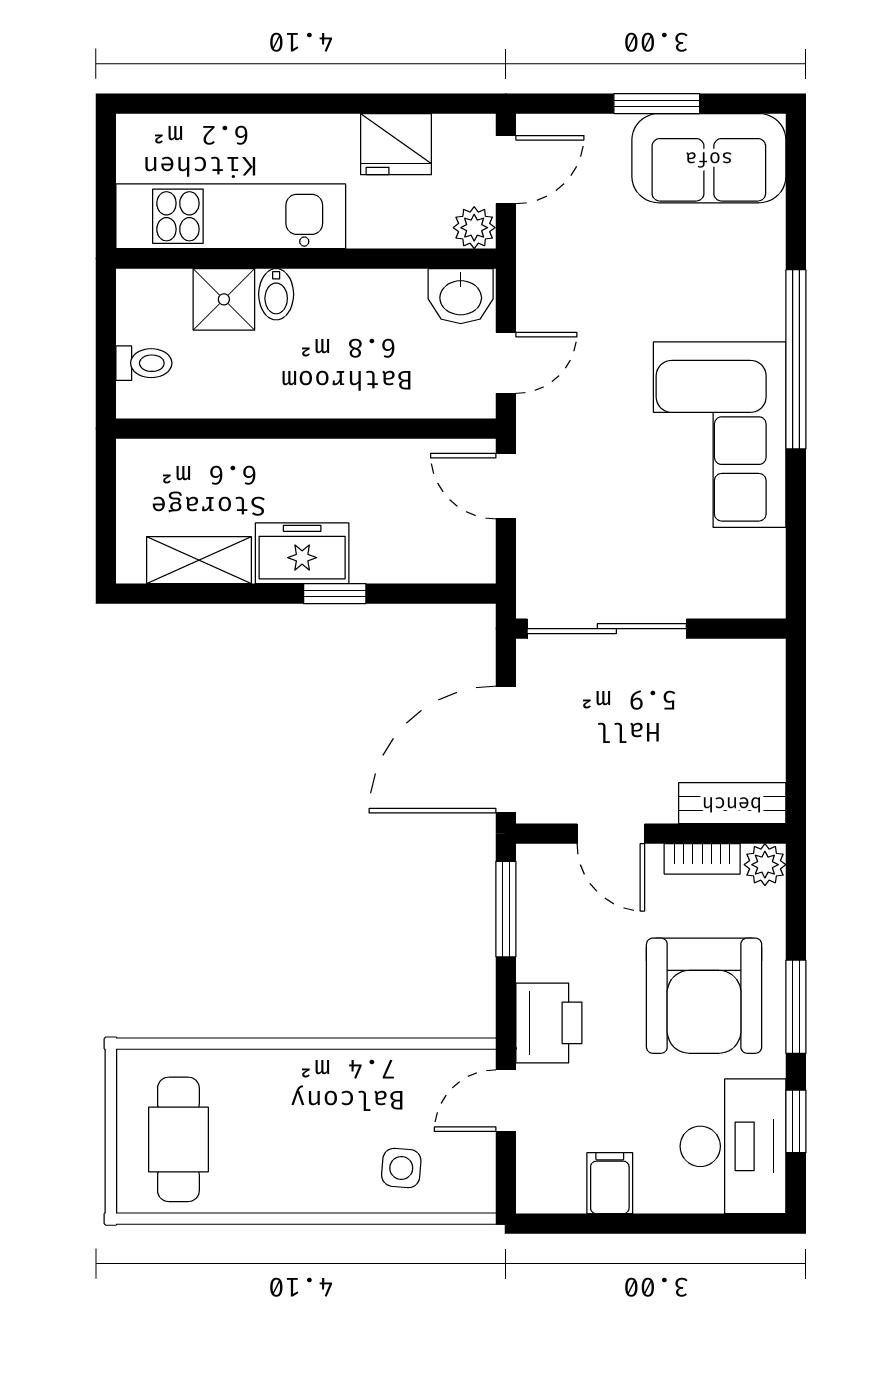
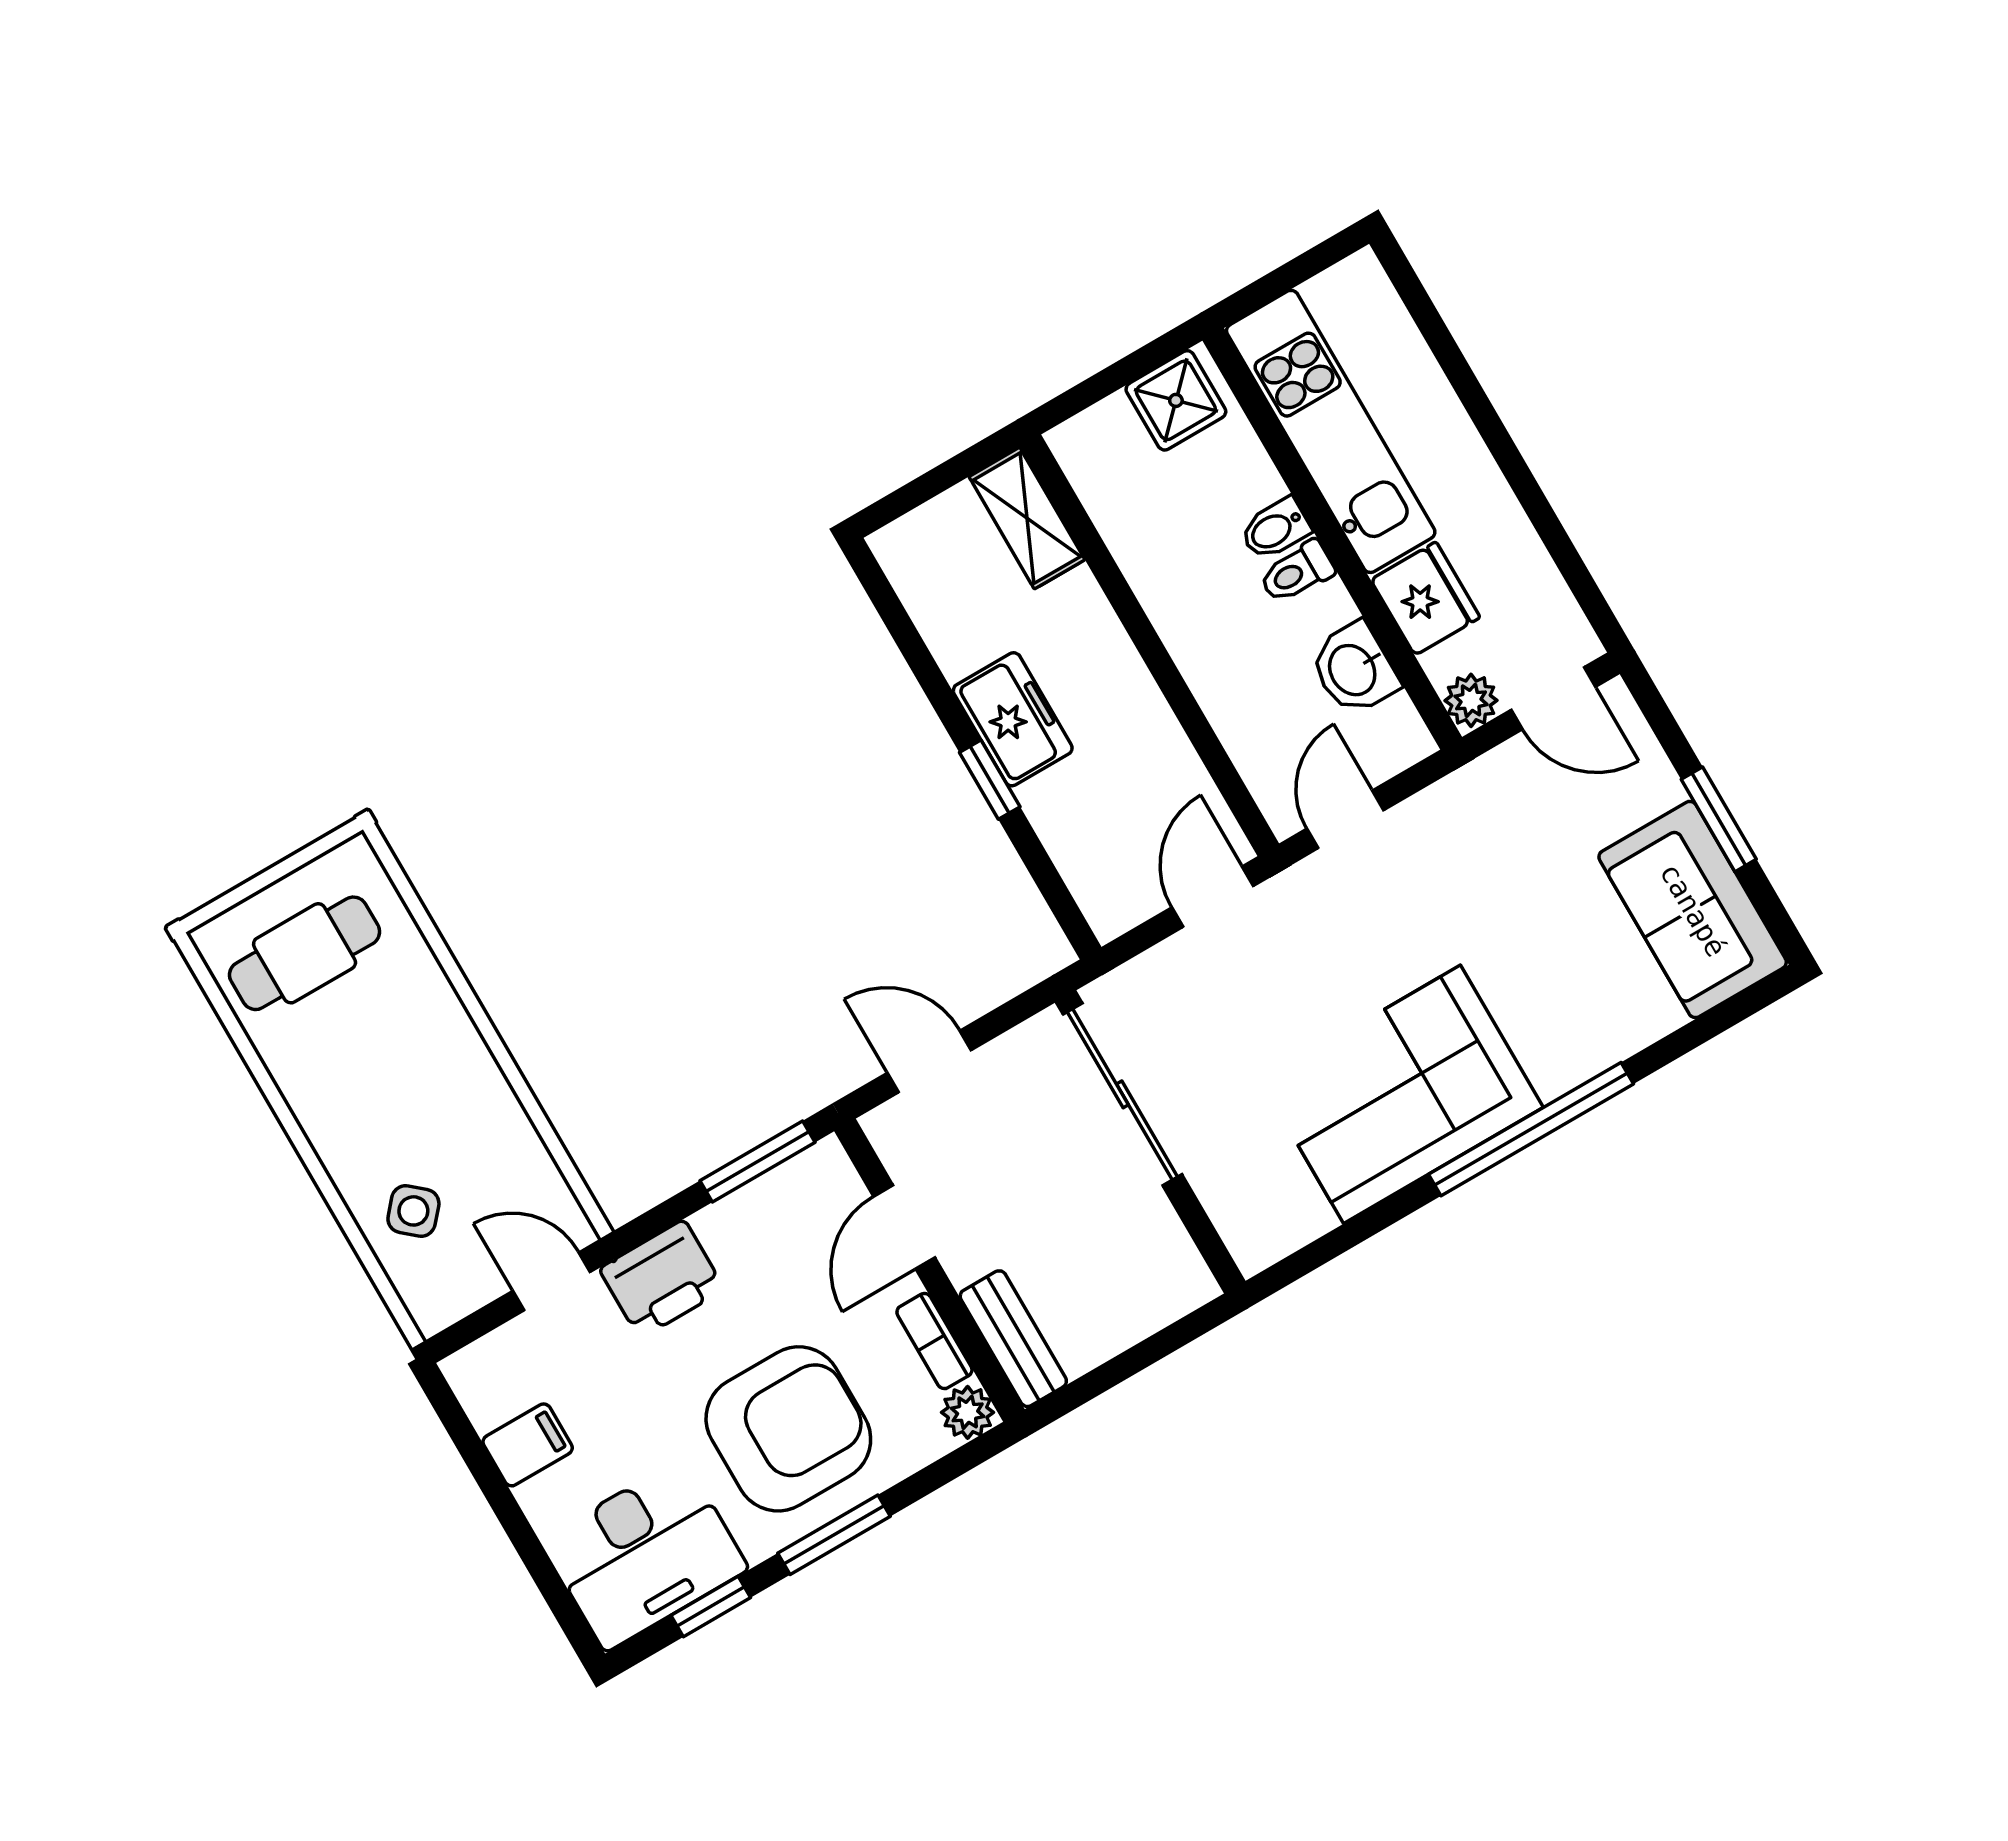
fridge: (396, 144) -> (1425, 599), moved, turned 180
washbasin: (461, 296) -> (1354, 669), moved
shower: (224, 299) -> (1176, 400), moved
toilet: (144, 363) -> (1297, 572), moved, turned 90
door: (506, 363) -> (1345, 819), swing flipped
shelving: (199, 560) -> (1027, 518), moved
door: (506, 750) -> (929, 1062), width x0.53
armchair: (704, 996) -> (788, 1429), turned 180
side table: (401, 1168) -> (413, 1211), turned 36

